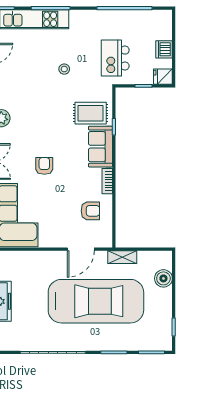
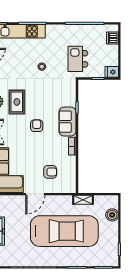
dishwasher: (164, 49) -> (113, 38), moved
rug: (91, 113) -> (17, 102), moved, turned 90
armchair: (44, 166) -> (37, 126), moved
armchair: (90, 211) -> (50, 172), moved
door: (81, 249) -> (35, 194), moved

